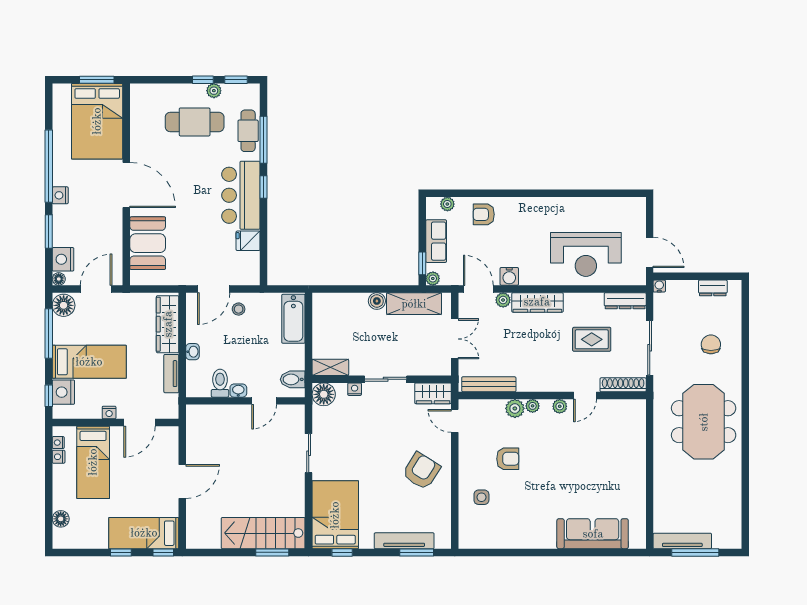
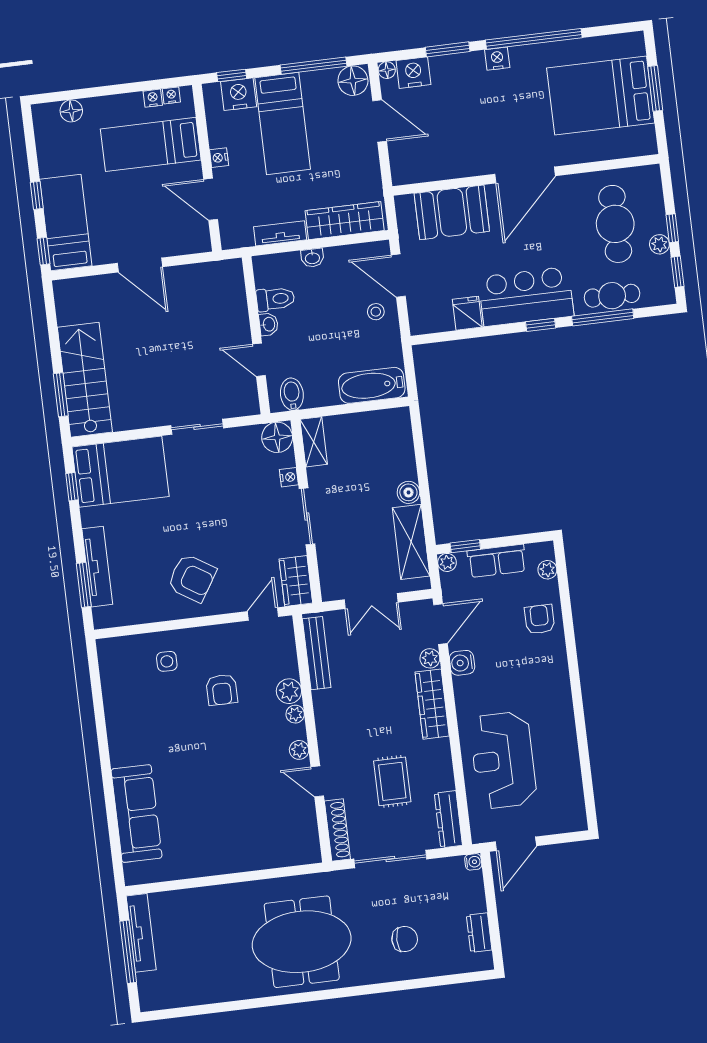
wall: (126, 184) -> (526, 175), moved
door: (126, 185) -> (525, 175), moved
booth: (148, 243) -> (452, 212), moved

